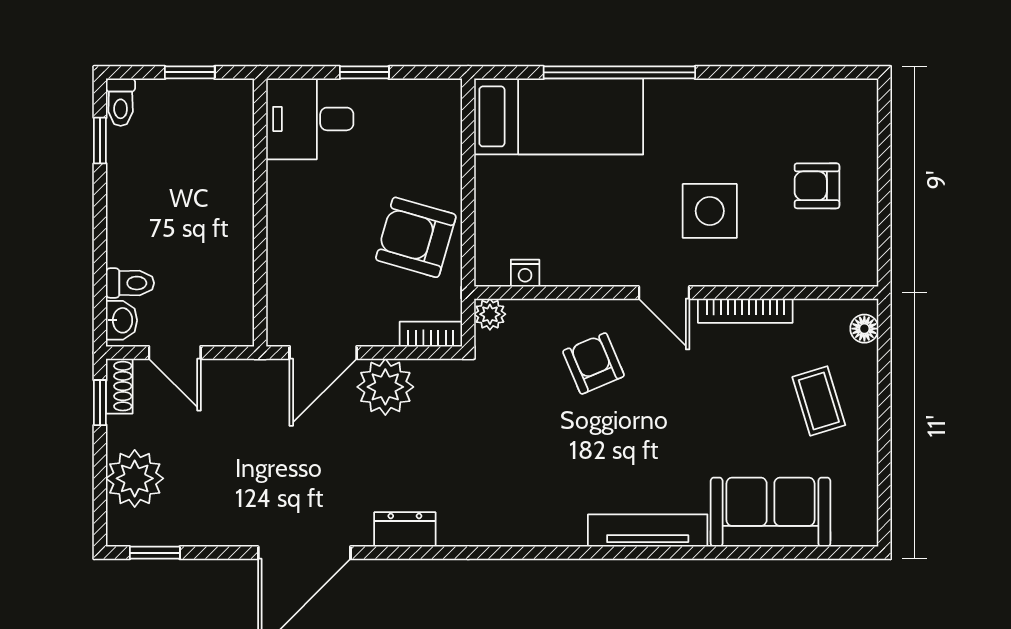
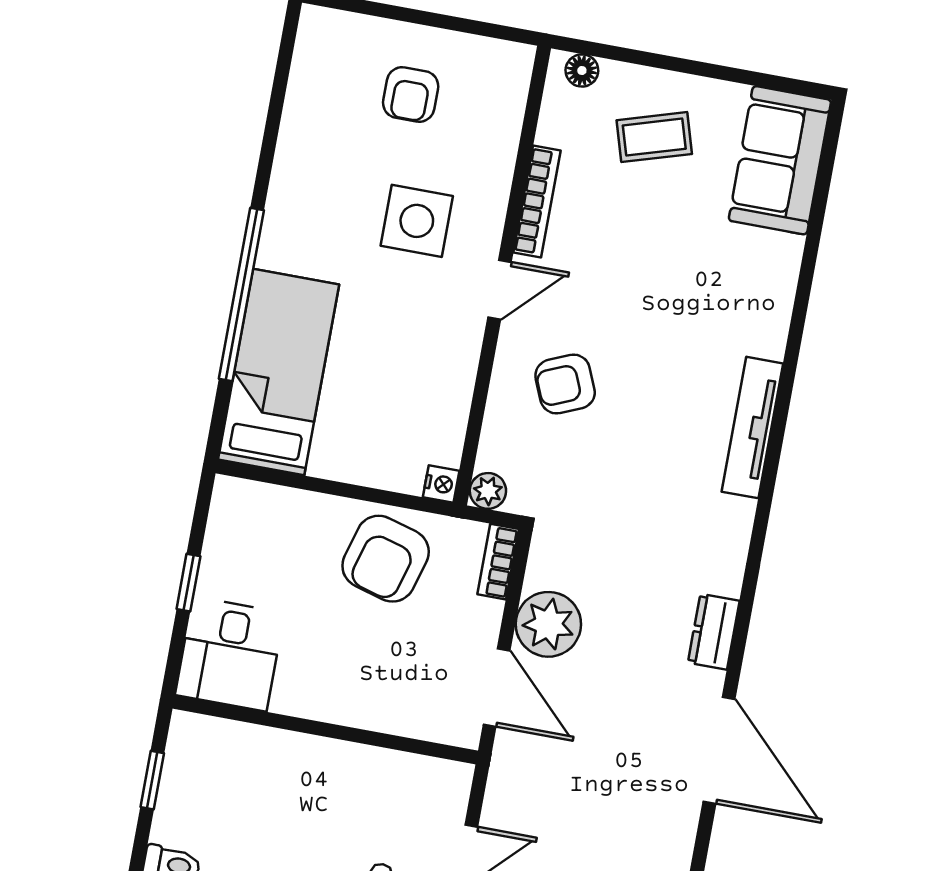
nightstand: (525, 273) -> (441, 484), moved
sofa: (770, 512) -> (780, 160), moved
tv unit: (648, 531) -> (752, 428), moved

